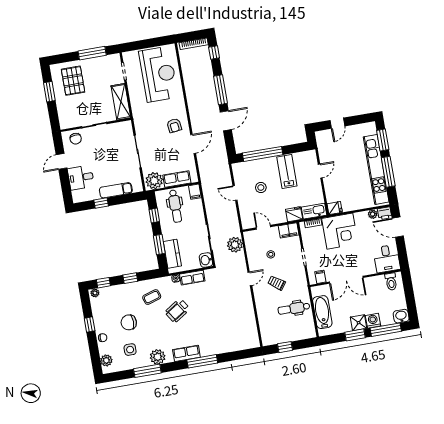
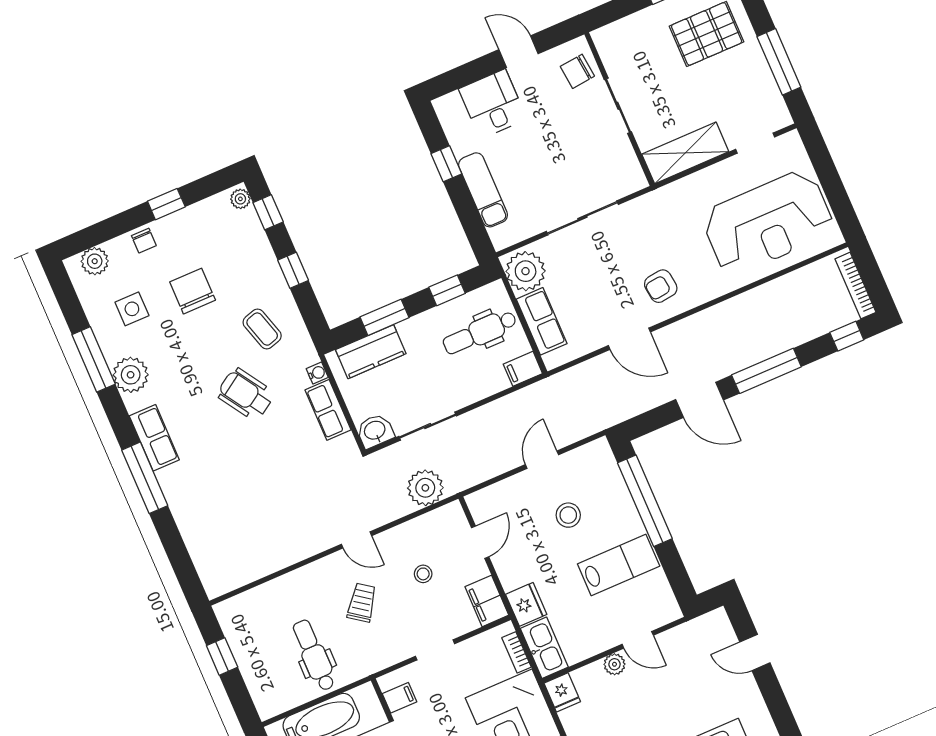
plant: (328, 183) -> (614, 664), added

